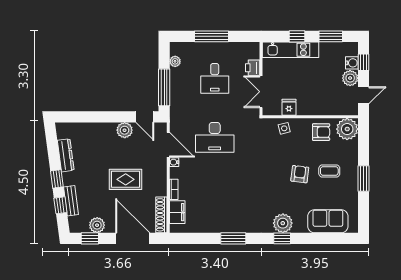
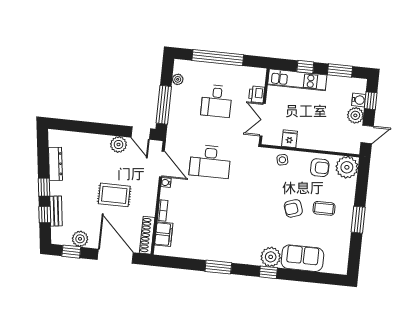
window: (212, 36) -> (218, 58), width x1.46
armchair: (300, 174) -> (293, 208), turned -116
sofa: (328, 221) -> (302, 258), moved

